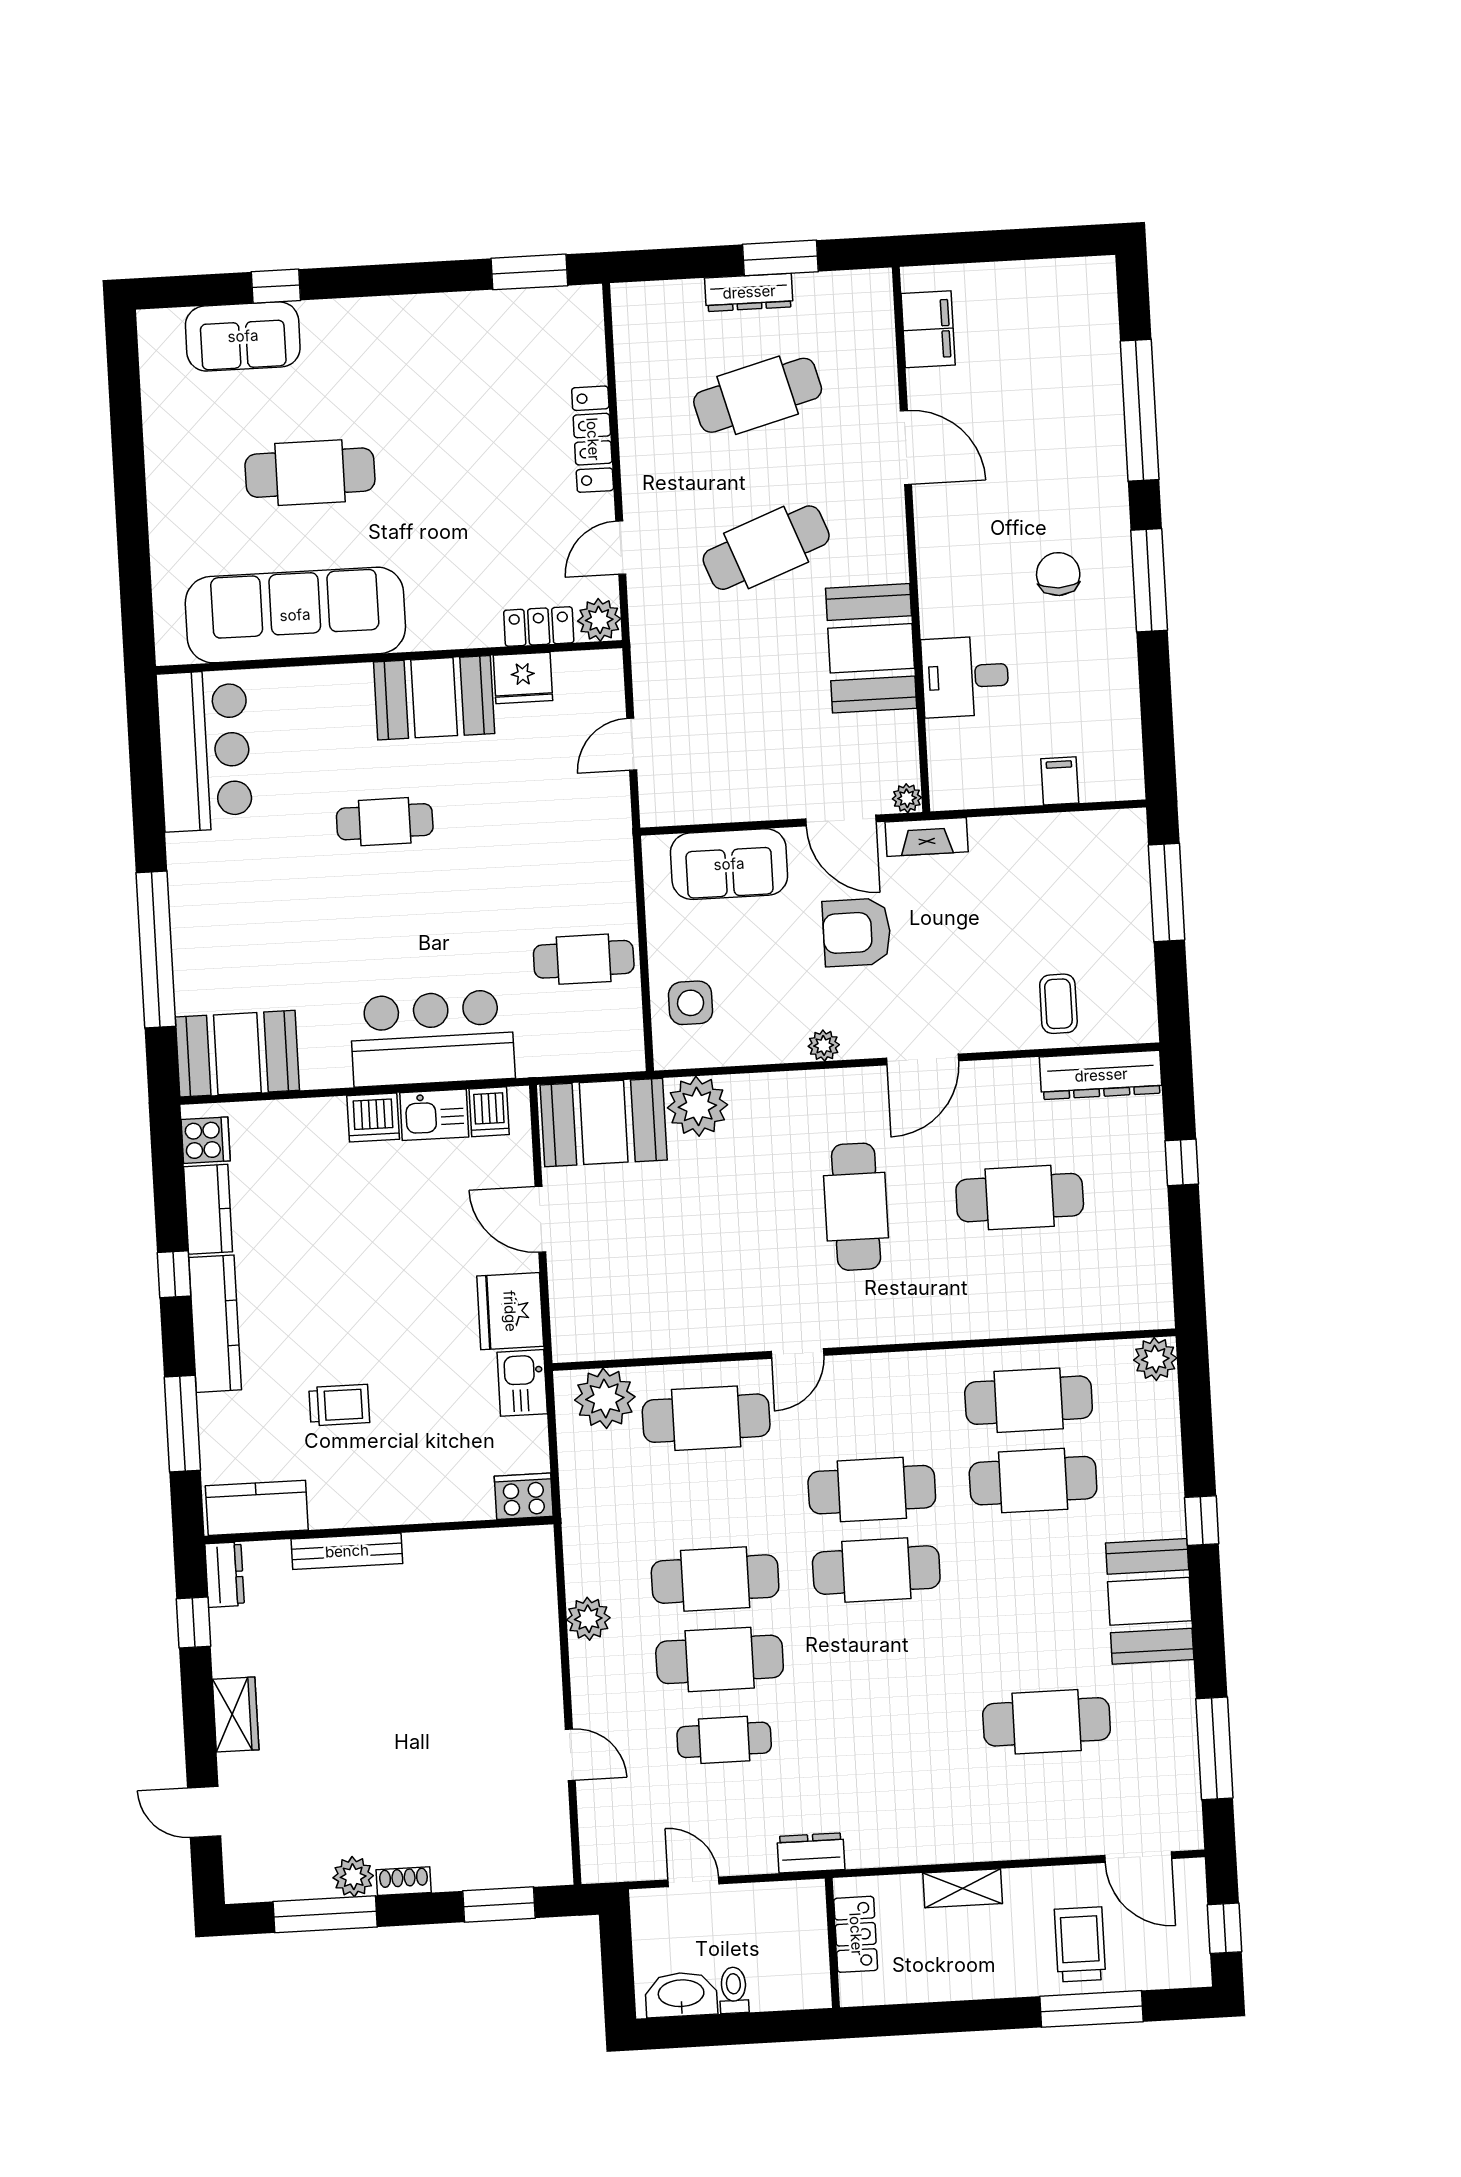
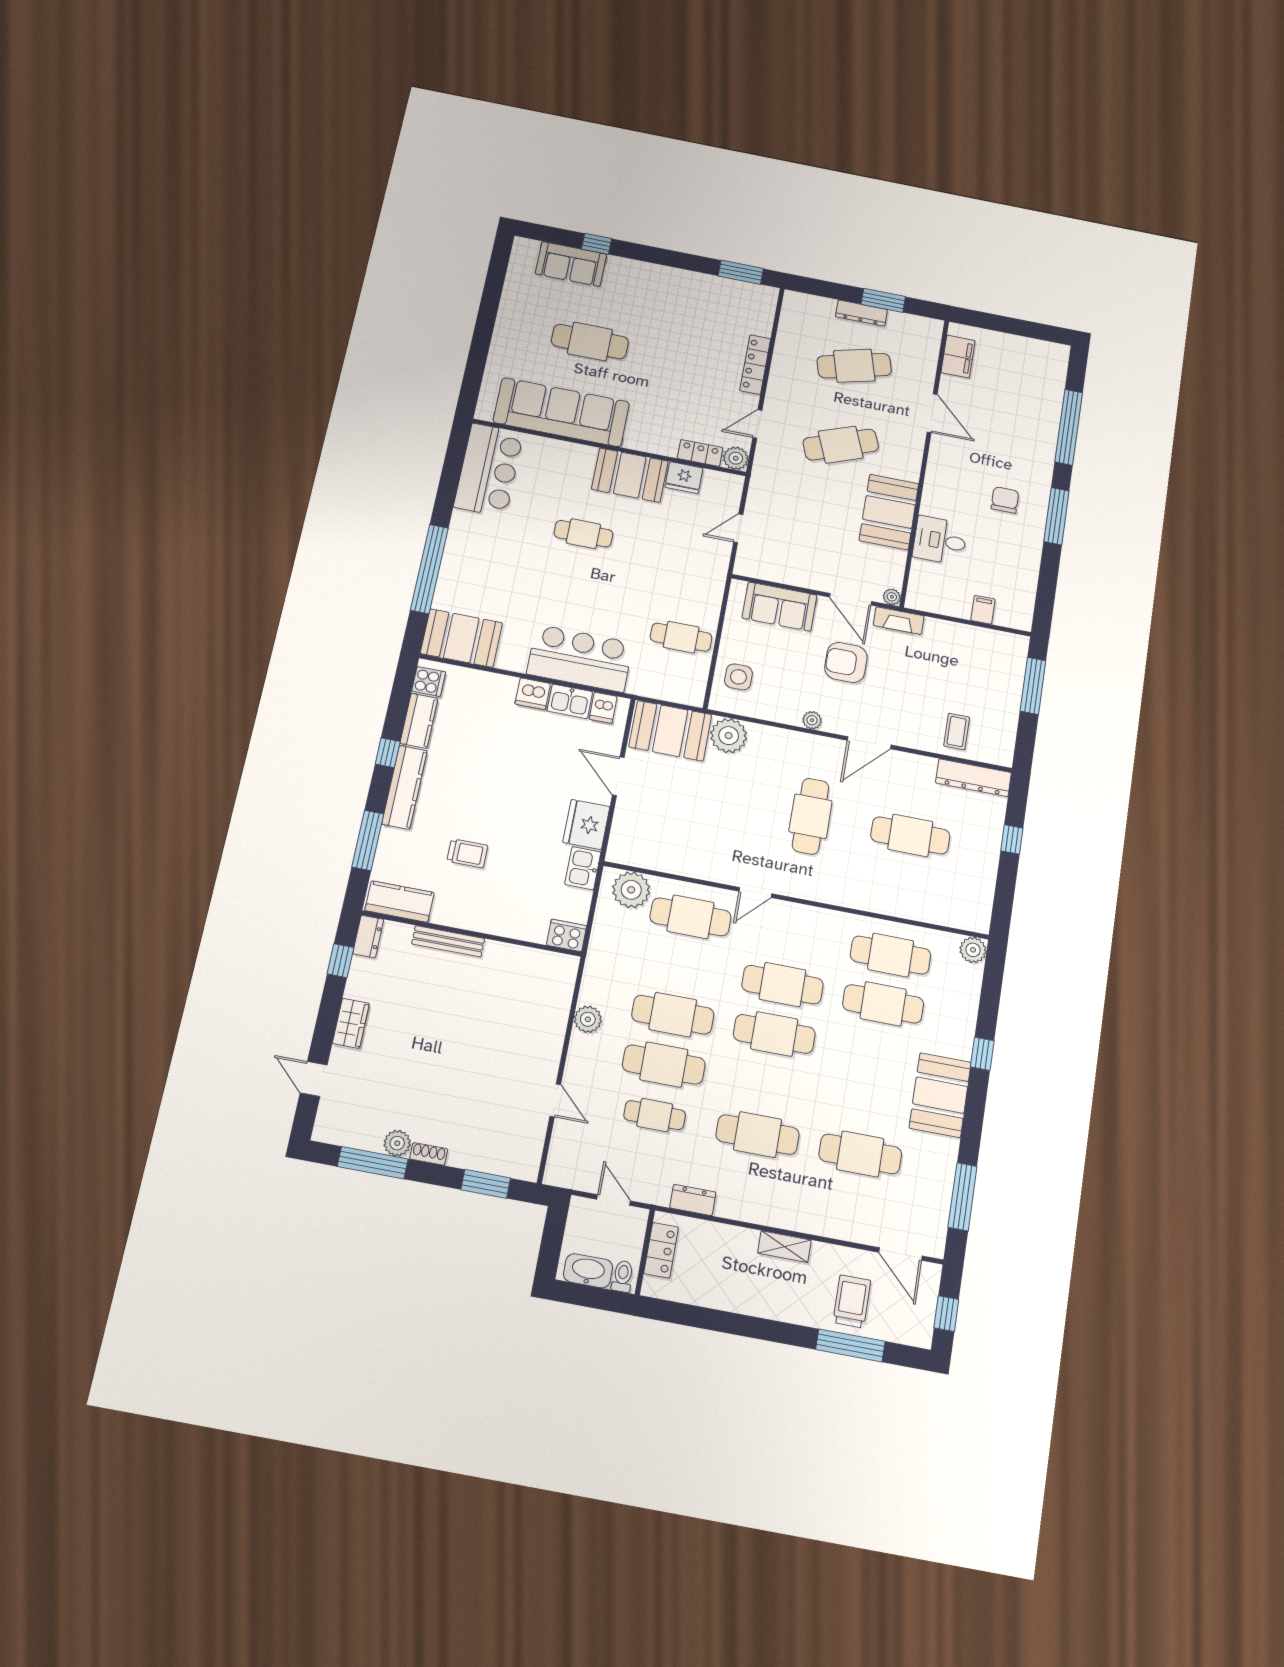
cafe table: (885, 1731) -> (758, 1135), added
locker: (856, 1934) -> (661, 1250), moved
wall: (832, 1943) -> (645, 1252), moved

